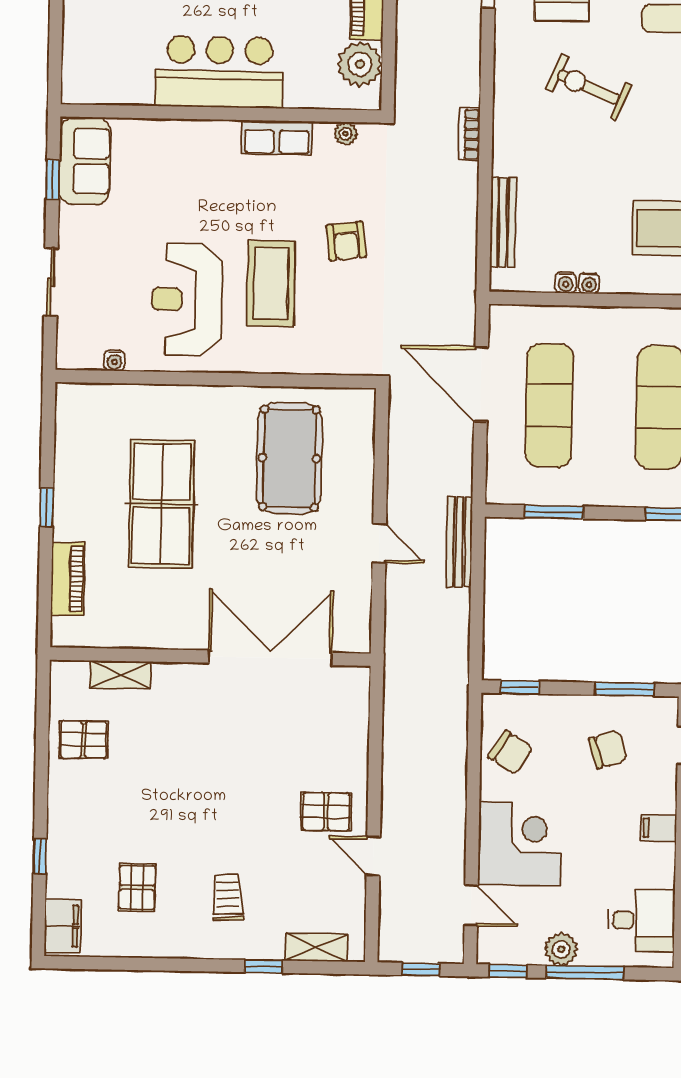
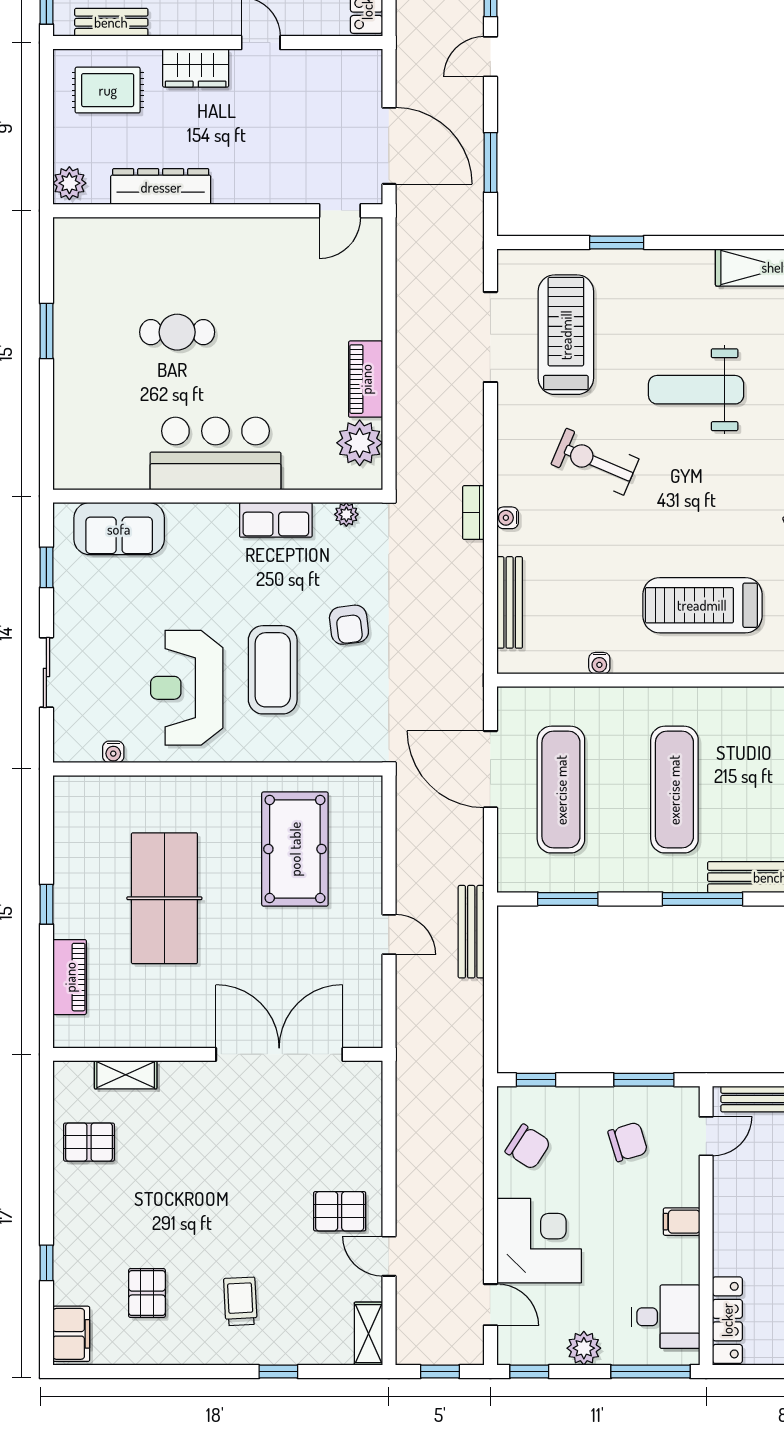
sofa: (85, 161) -> (119, 529), moved, turned 90
water cooler: (566, 282) -> (508, 518), moved, turned 90
shelving: (317, 947) -> (368, 1334), moved, turned 90
window: (585, 972) -> (651, 1372), moved

